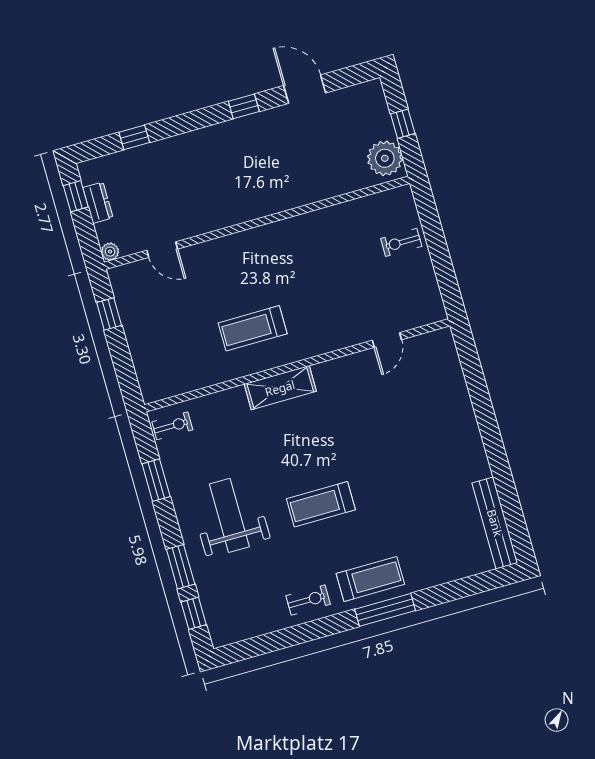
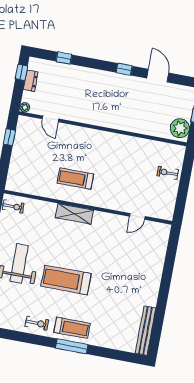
treadmill: (321, 504) -> (66, 280), width x1.37, depth x1.38

